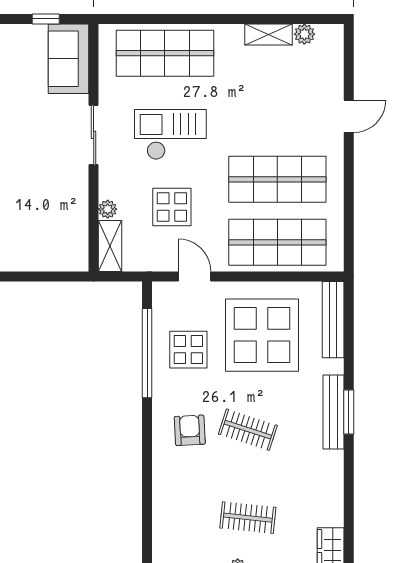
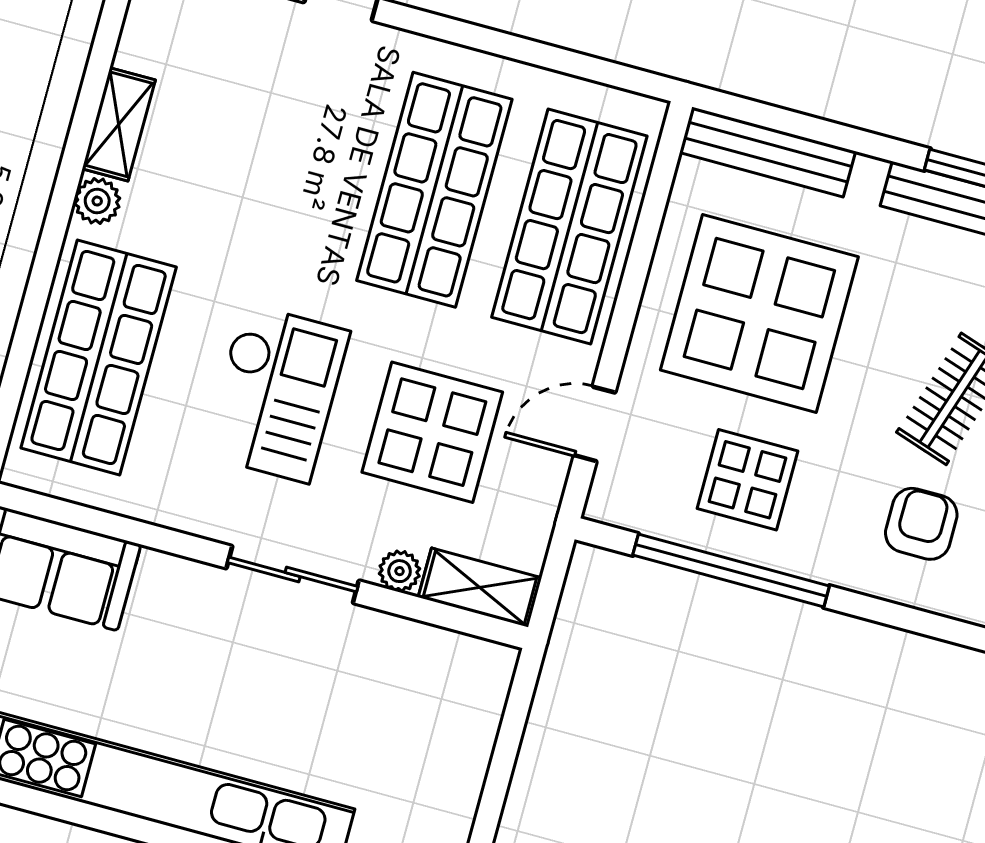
plant: (304, 34) -> (97, 201), moved
sliding door: (94, 135) -> (293, 574), moved
checkout: (170, 135) -> (276, 393), turned 180
display table: (172, 207) -> (432, 432), width x1.36, depth x1.36
armchair: (190, 430) -> (921, 524), turned 93

